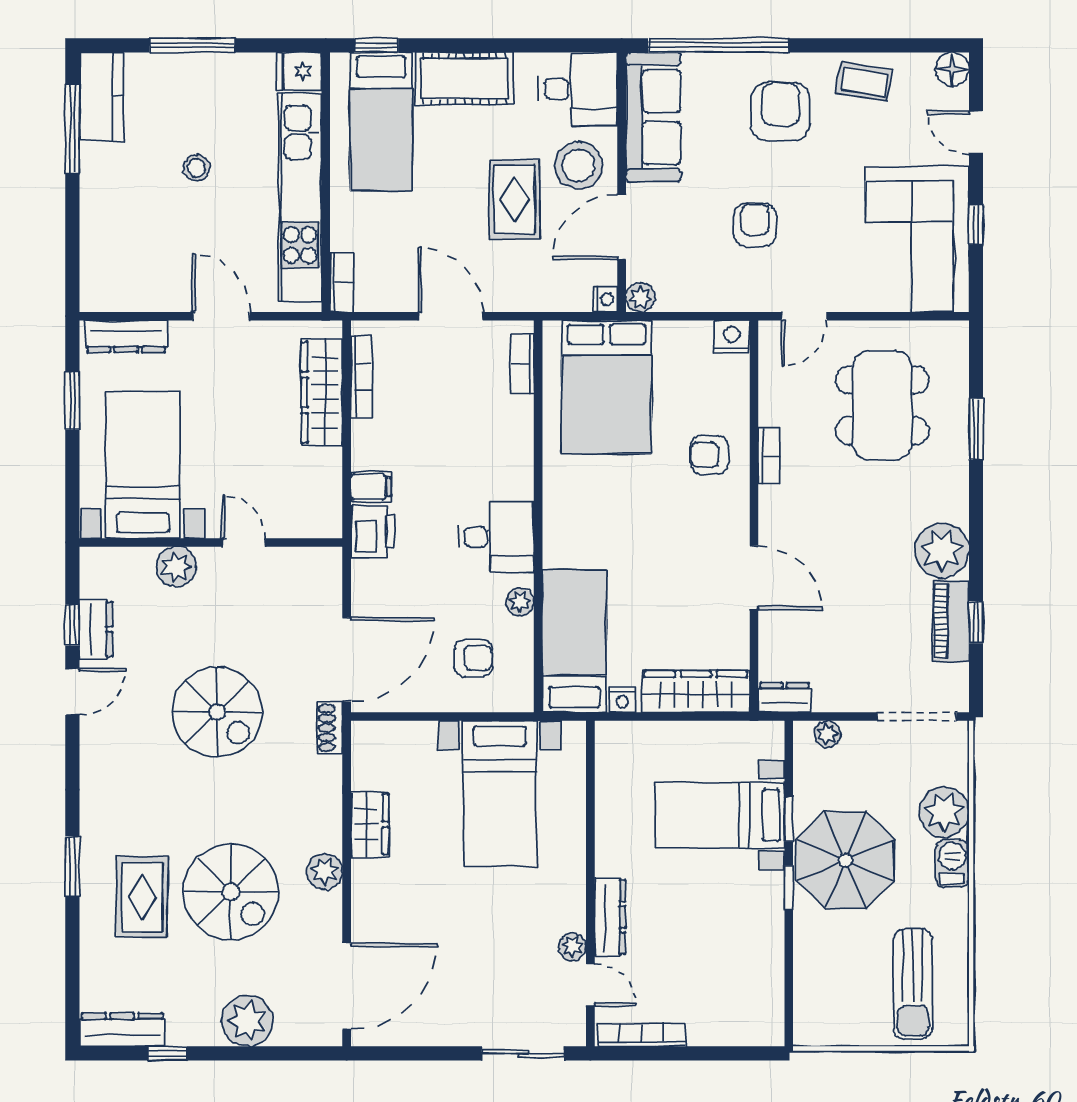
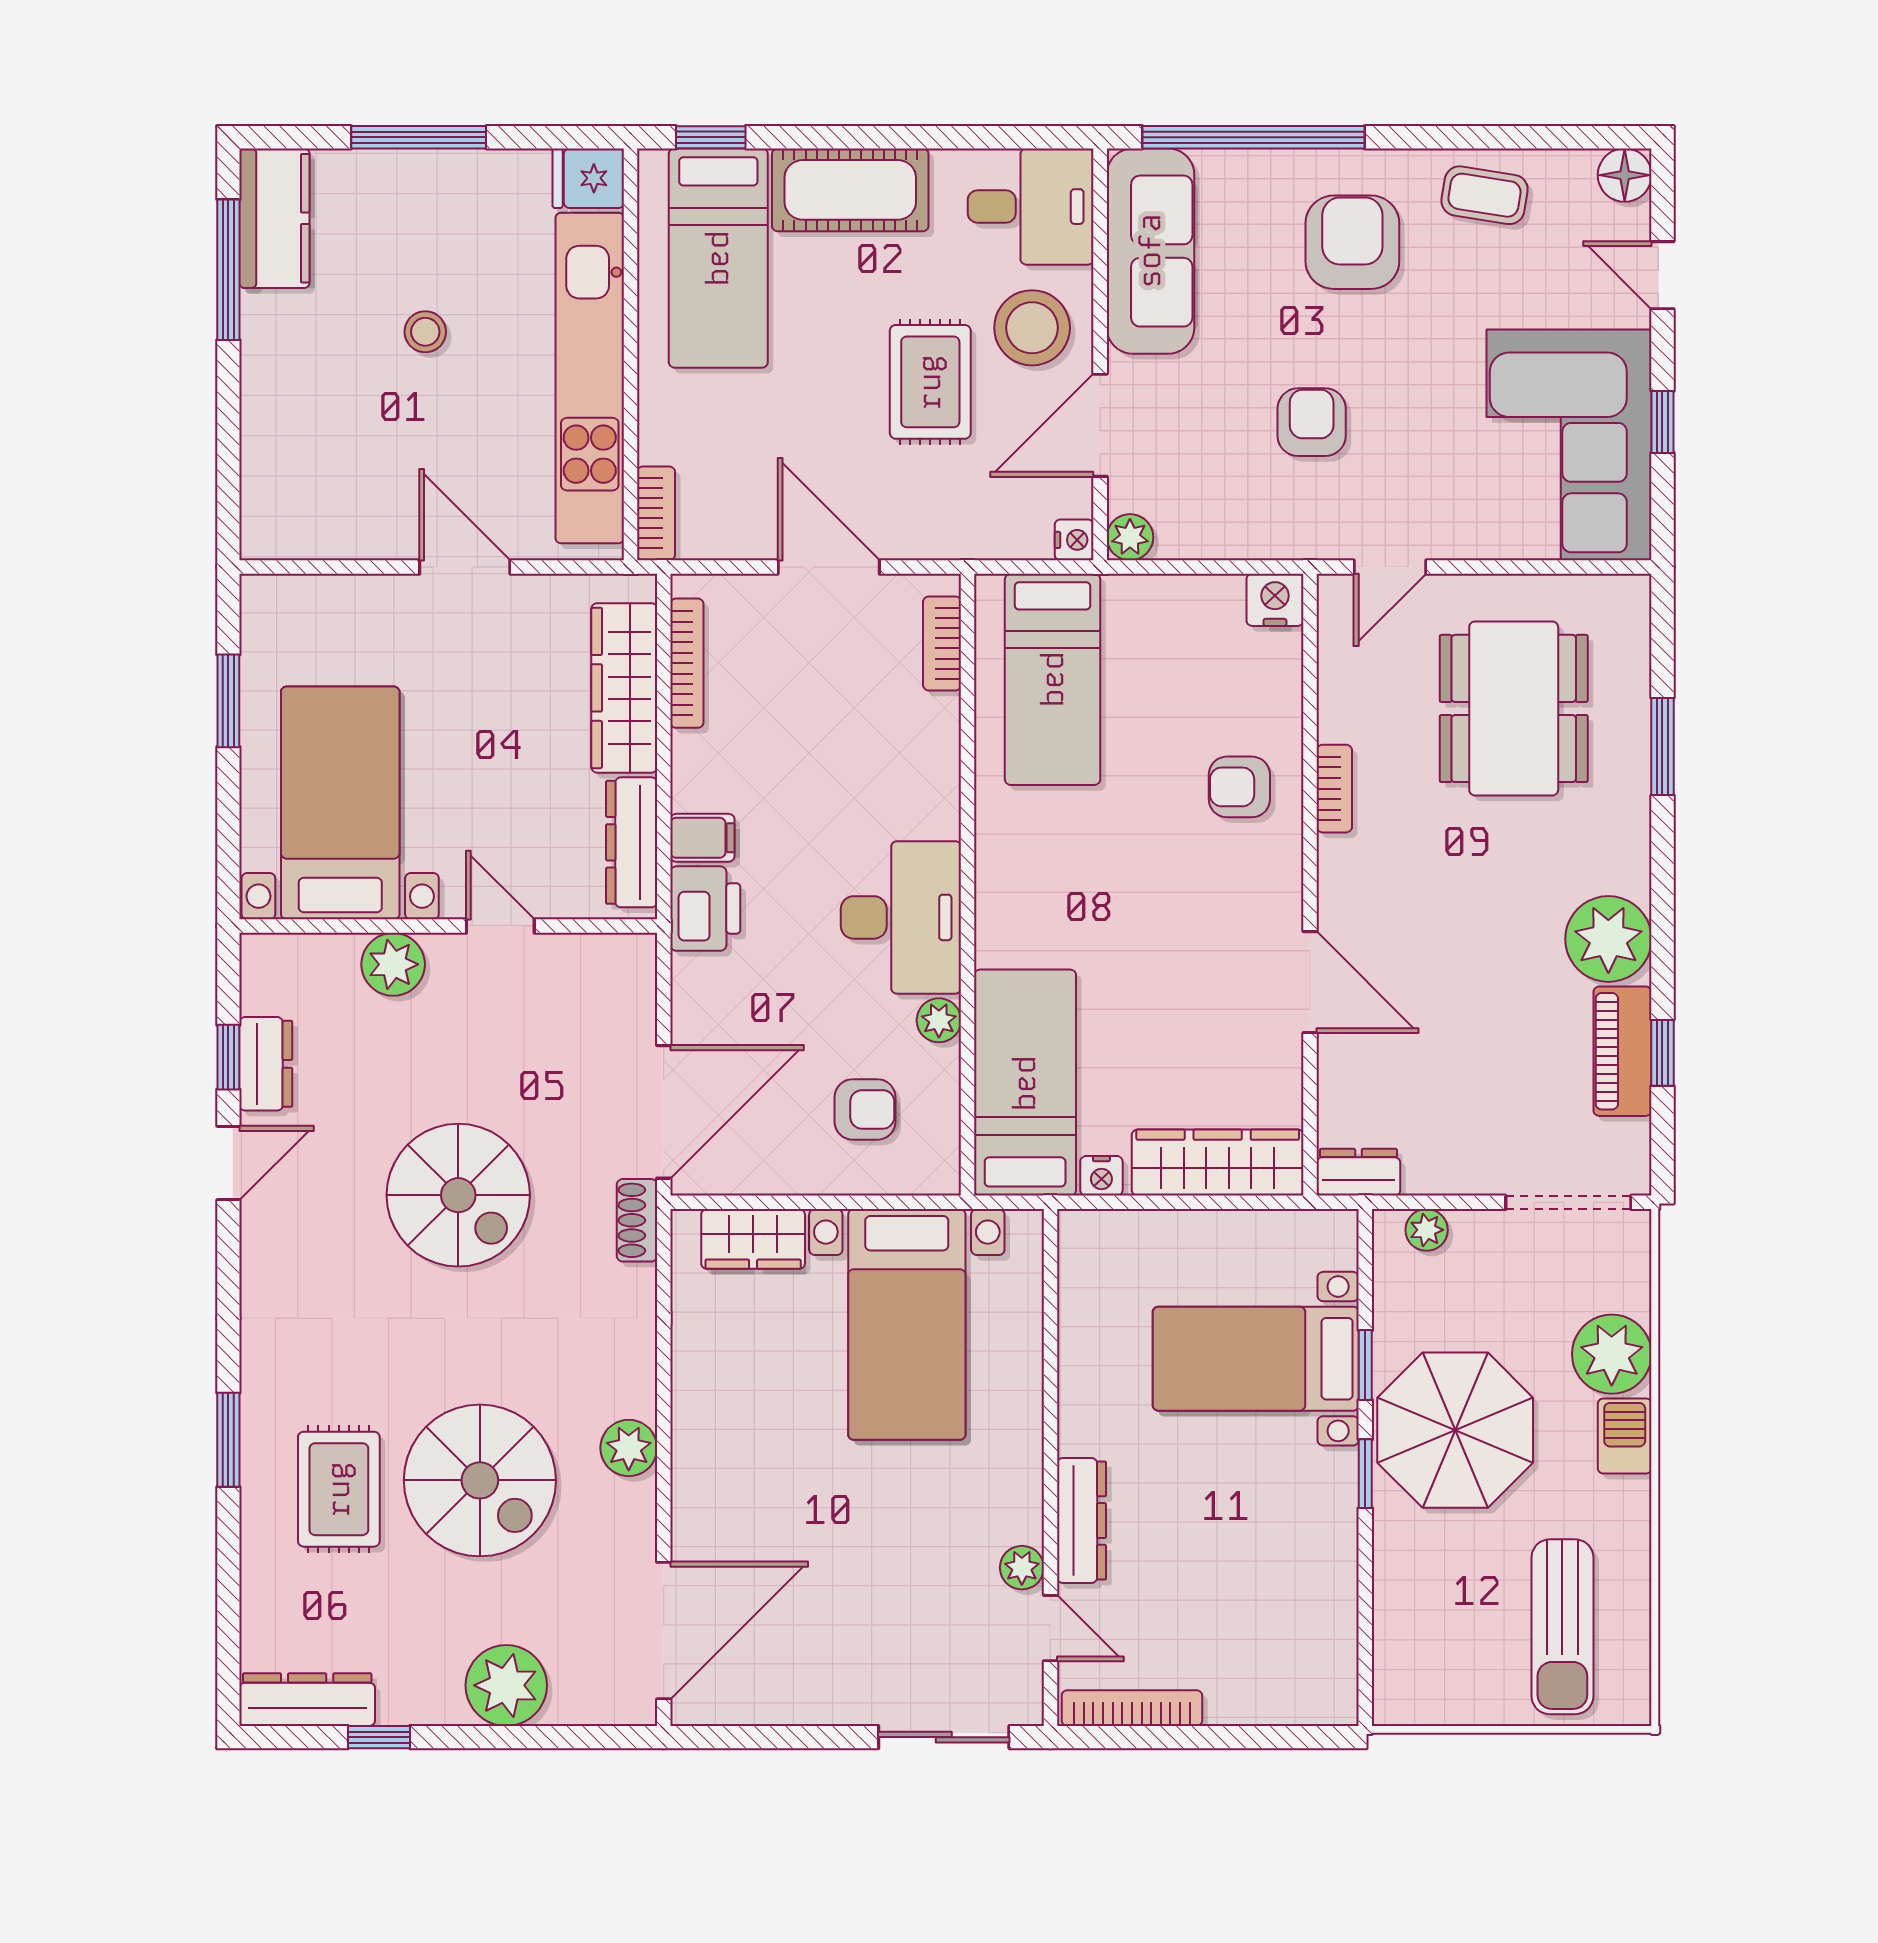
dresser: (126, 336) -> (632, 842), moved, turned 90
bed: (607, 387) -> (1053, 679), width x0.67
desk: (496, 537) -> (901, 917), width x1.37
wardrobe: (370, 824) -> (753, 1239), moved, turned 90

